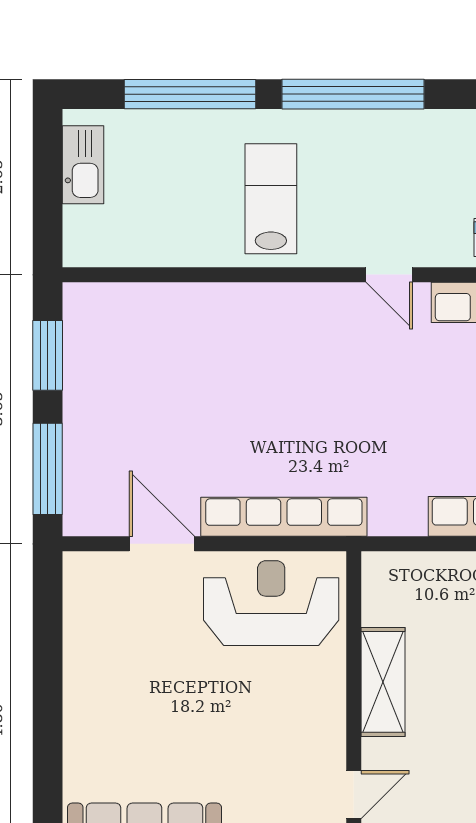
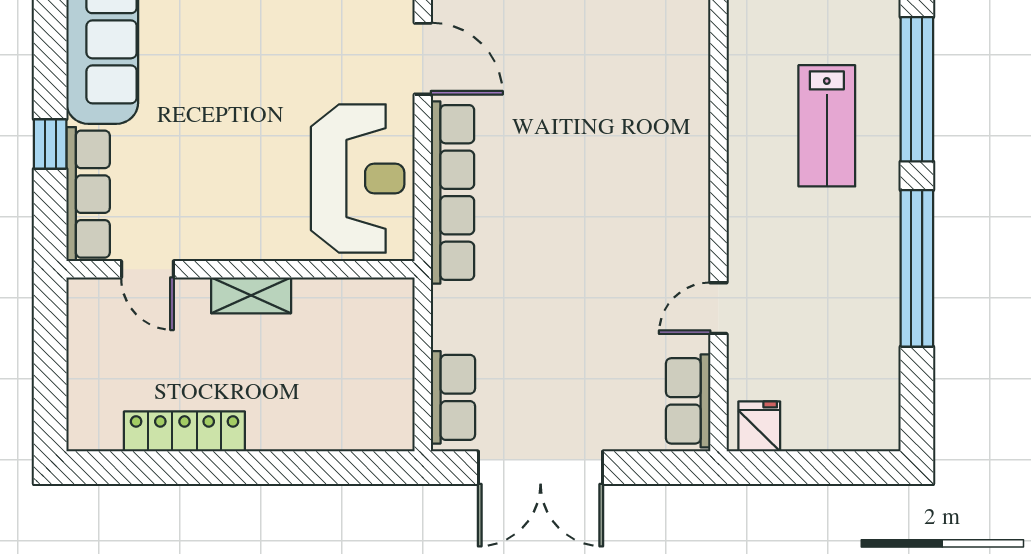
lab bench: (271, 199) -> (827, 126), moved, turned 90
door: (162, 544) -> (423, 59), hinge flipped
shelving: (383, 682) -> (251, 295), width x0.67, depth x0.75

